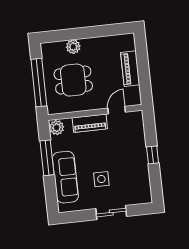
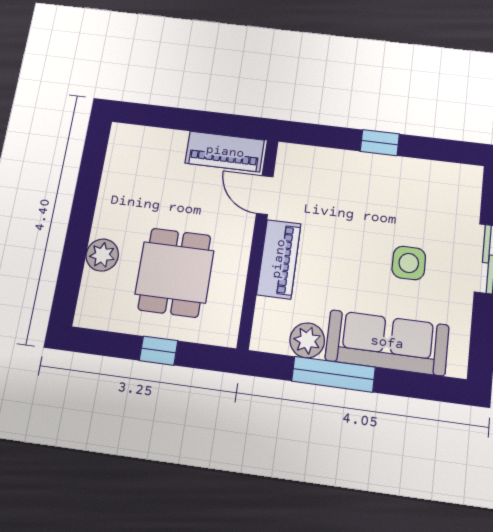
piano: (130, 69) -> (225, 152), moved
window: (39, 83) -> (159, 351), width x0.32
plant: (57, 128) -> (307, 340), moved

